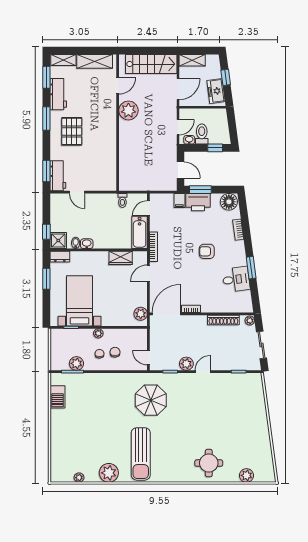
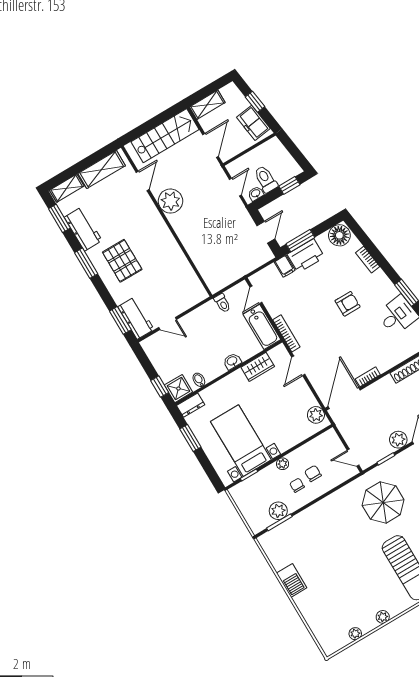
door: (180, 170) -> (266, 232), hinge flipped
washbasin: (87, 244) -> (232, 361), moved
armchair: (207, 251) -> (348, 304), turned 180
barbecue: (57, 397) -> (292, 580), moved
plant: (109, 473) -> (383, 617), width x0.53, depth x0.53

